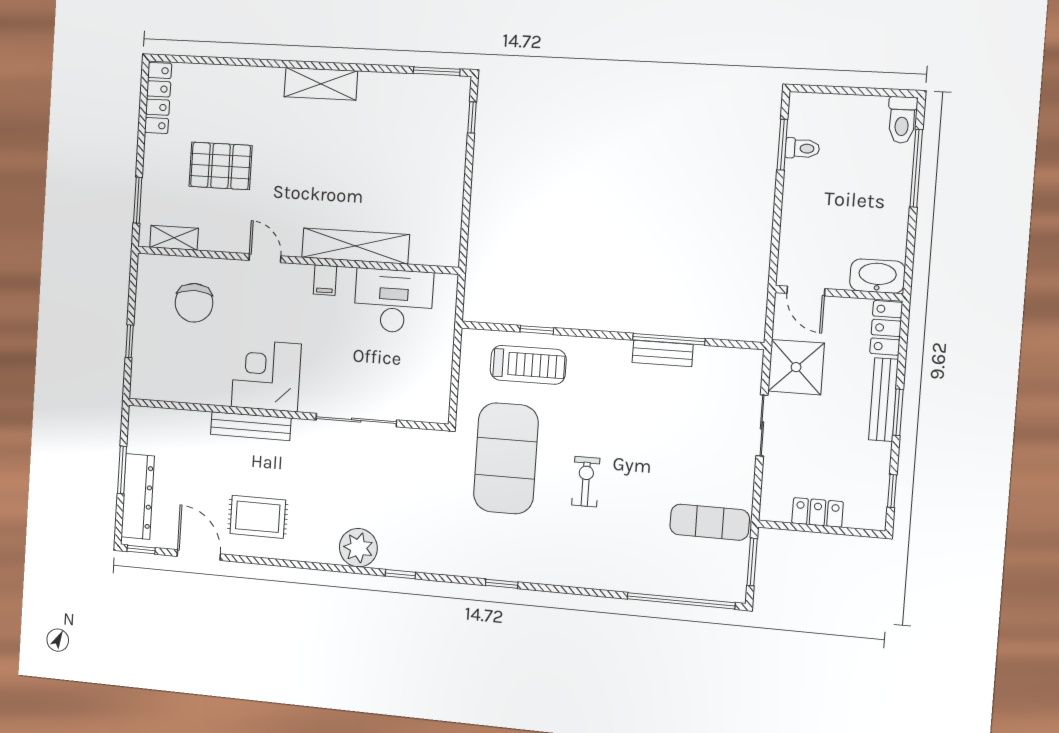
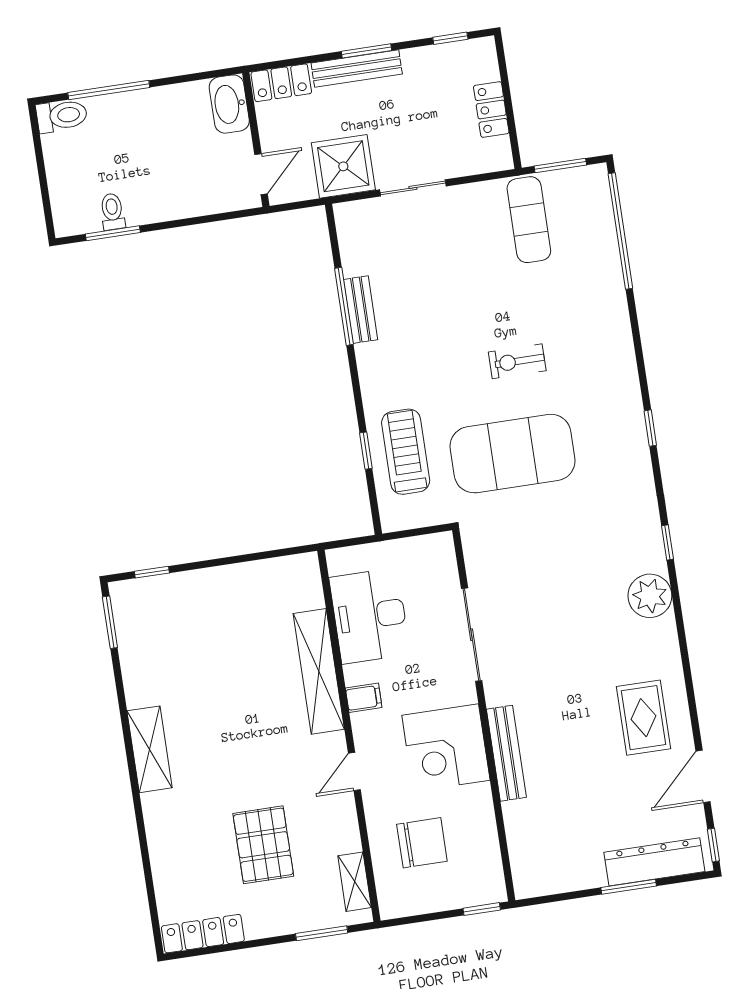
corner desk: (266, 375) -> (446, 748), moved
wall: (286, 414) -> (484, 715), moved
sliding door: (356, 420) -> (472, 635), moved
bench: (251, 426) -> (506, 753), moved

